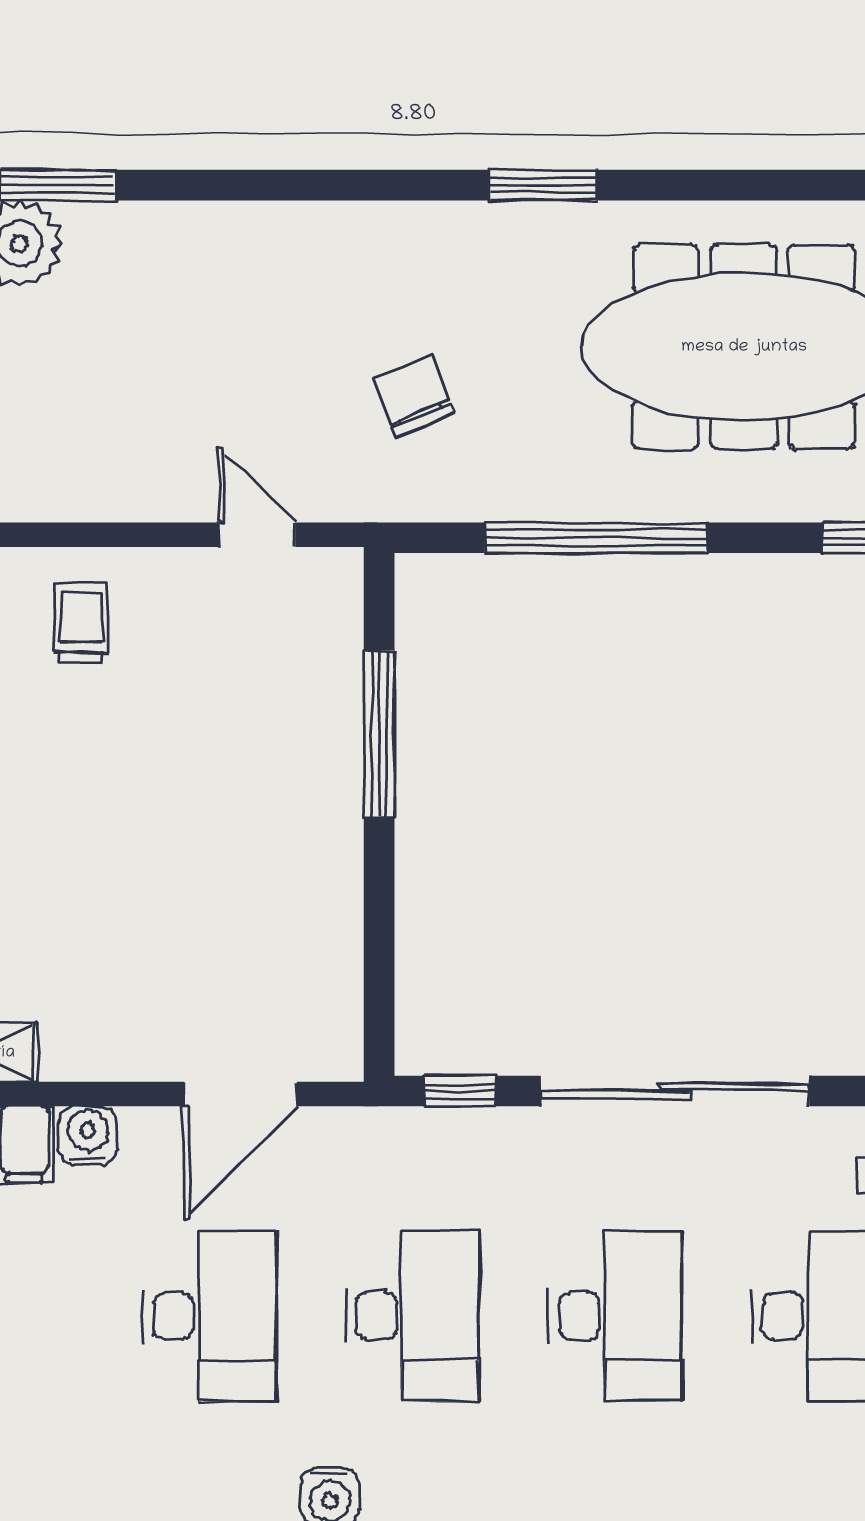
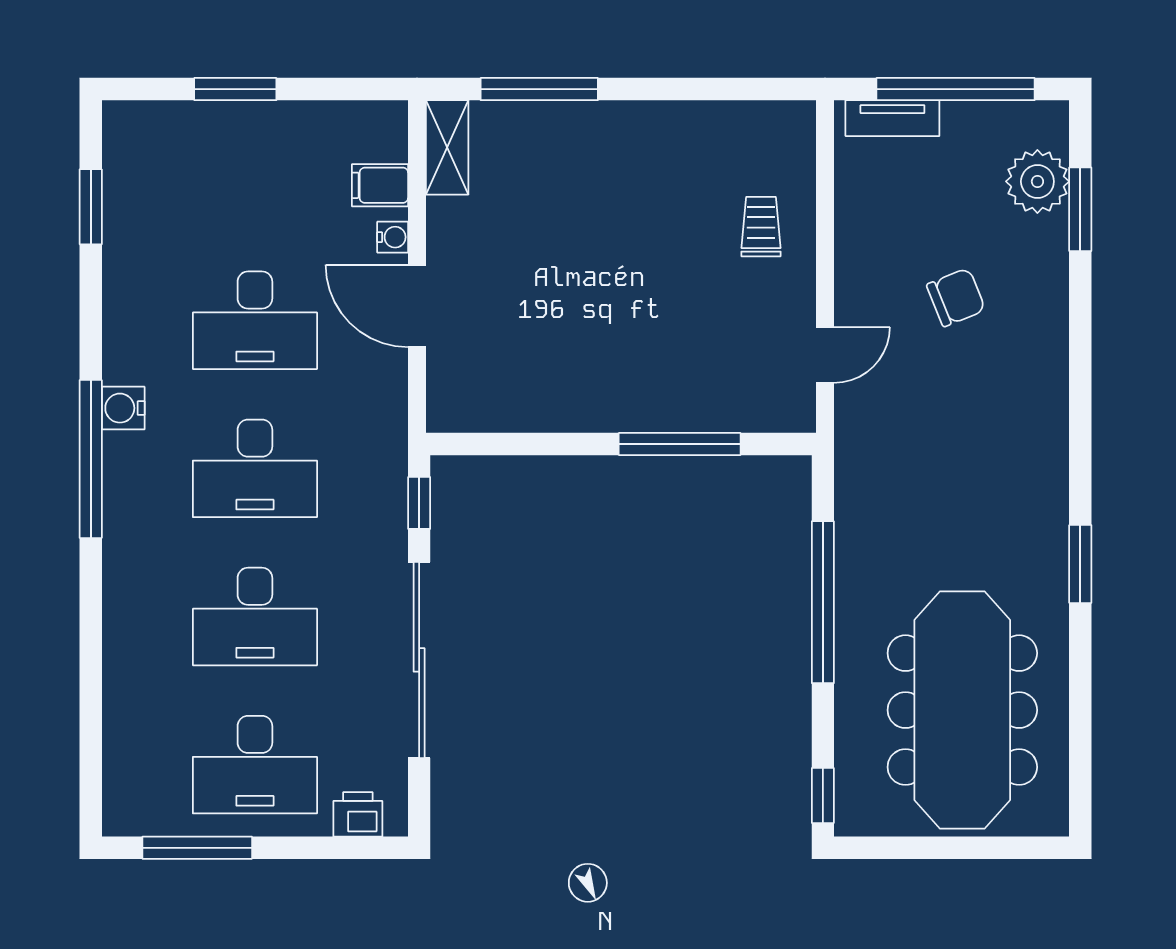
chair: (414, 396) -> (956, 297), moved
trolley: (81, 623) -> (761, 227), turned -90
door: (240, 1094) -> (417, 306), moved
water cooler: (88, 1135) -> (393, 237), width x0.72, depth x0.72

